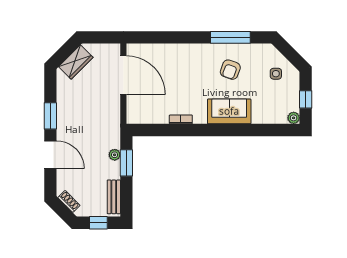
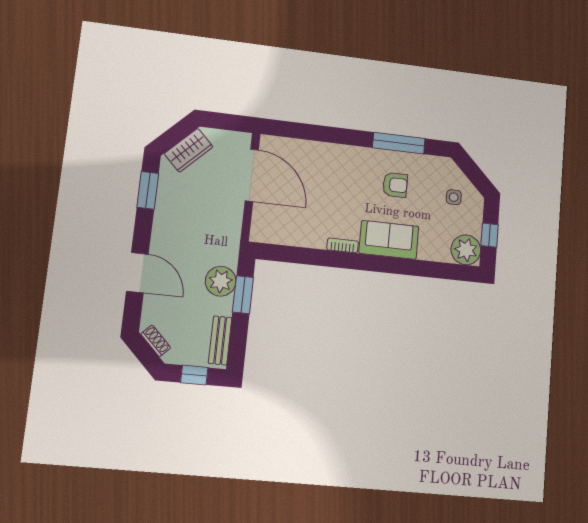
armchair: (230, 70) -> (395, 185), turned -110
window: (50, 116) -> (148, 190), moved
plant: (294, 118) -> (466, 250), width x1.88, depth x1.88
bookcase: (181, 119) -> (343, 245), moved
plant: (115, 155) -> (221, 281), width x1.88, depth x1.88

